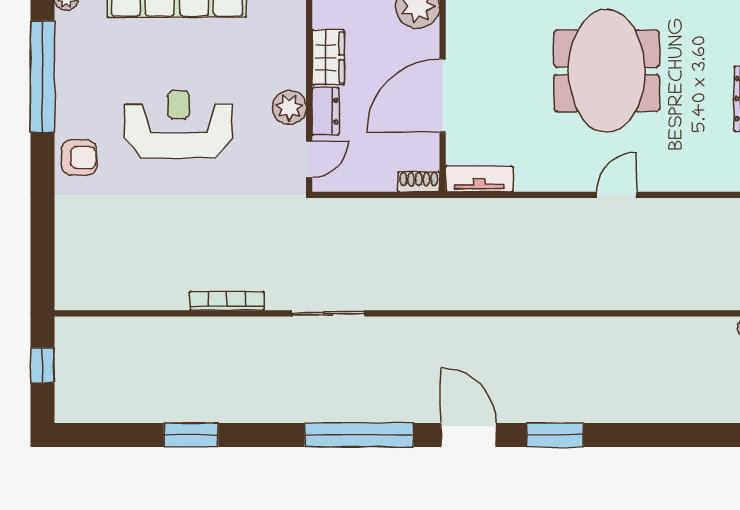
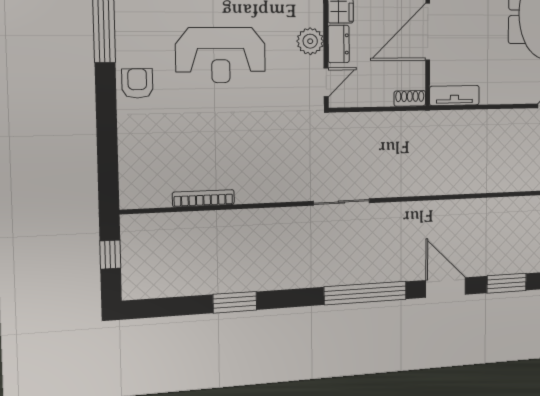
reception desk: (178, 124) -> (221, 55), turned 180
armchair: (79, 158) -> (137, 83), turned -90
bookcase: (227, 301) -> (203, 198), moved

